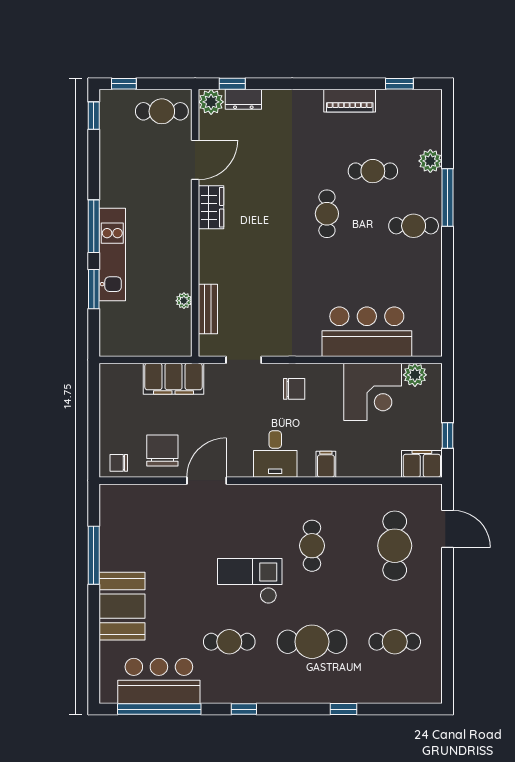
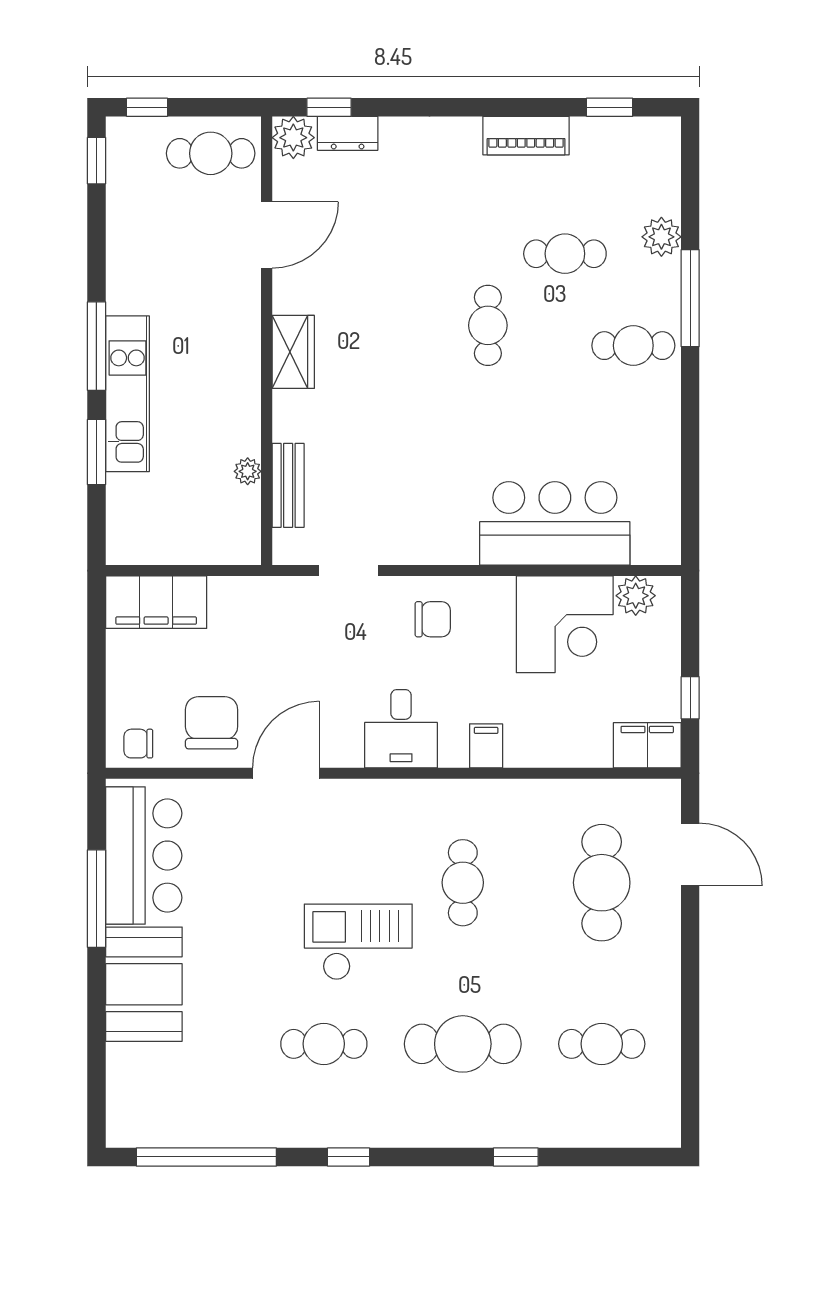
wardrobe: (211, 207) -> (293, 352), moved
filing cabinet: (174, 379) -> (156, 602), moved
bar counter: (159, 681) -> (144, 856), moved, turned 90

